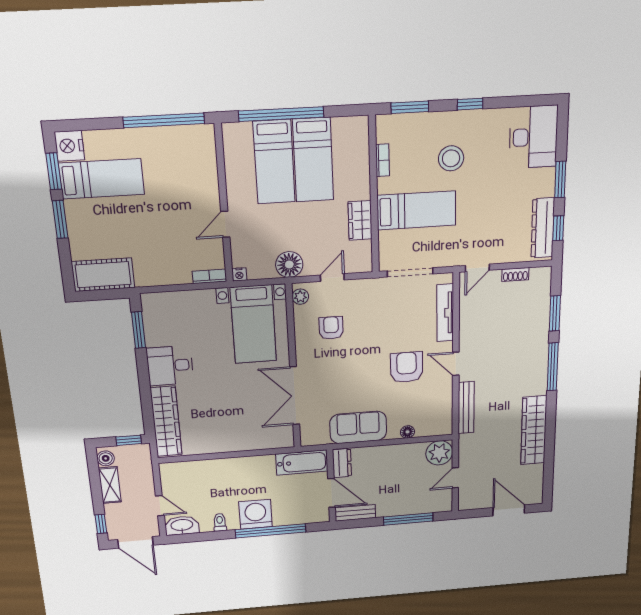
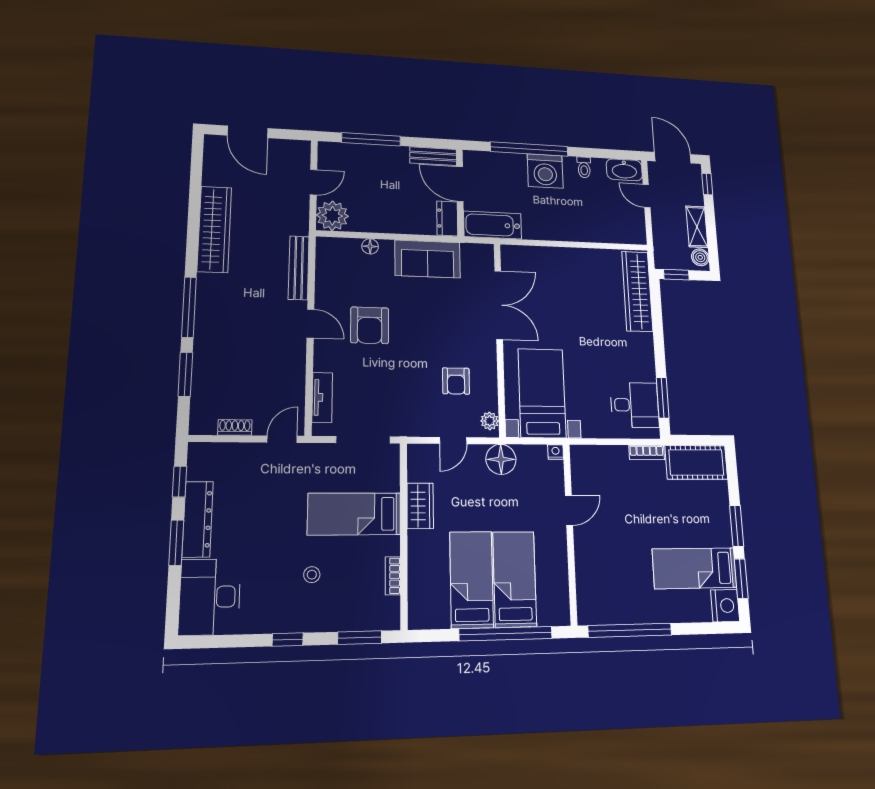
stool: (451, 158) -> (312, 575), width x0.53, depth x0.53
dresser: (543, 228) -> (198, 519), moved
bookcase: (209, 276) -> (647, 453), moved
tv unit: (445, 313) -> (322, 397), width x0.71
desk: (170, 366) -> (635, 405), moved

